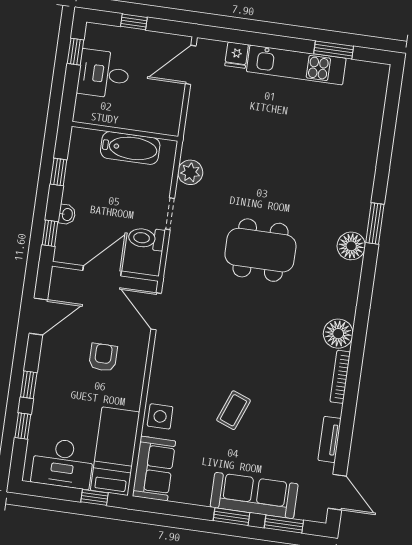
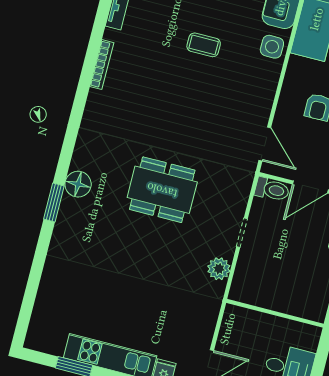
bathtub: (130, 148) -> (272, 297), removed
toilet: (146, 238) -> (272, 189), moved
floor lamp: (338, 334) -> (99, 105), removed
coffee table: (234, 410) -> (204, 45), turned 69

